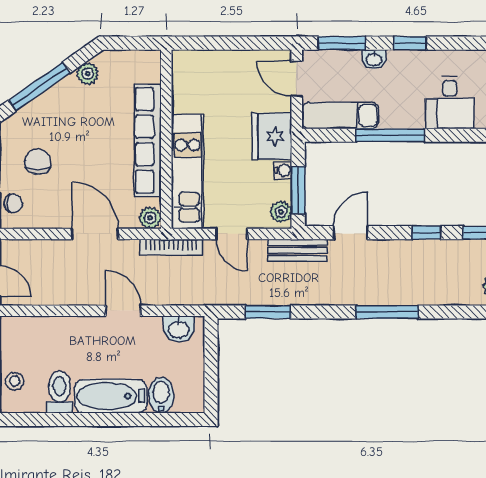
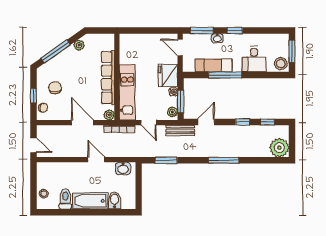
exam couch: (340, 115) -> (213, 65), moved

